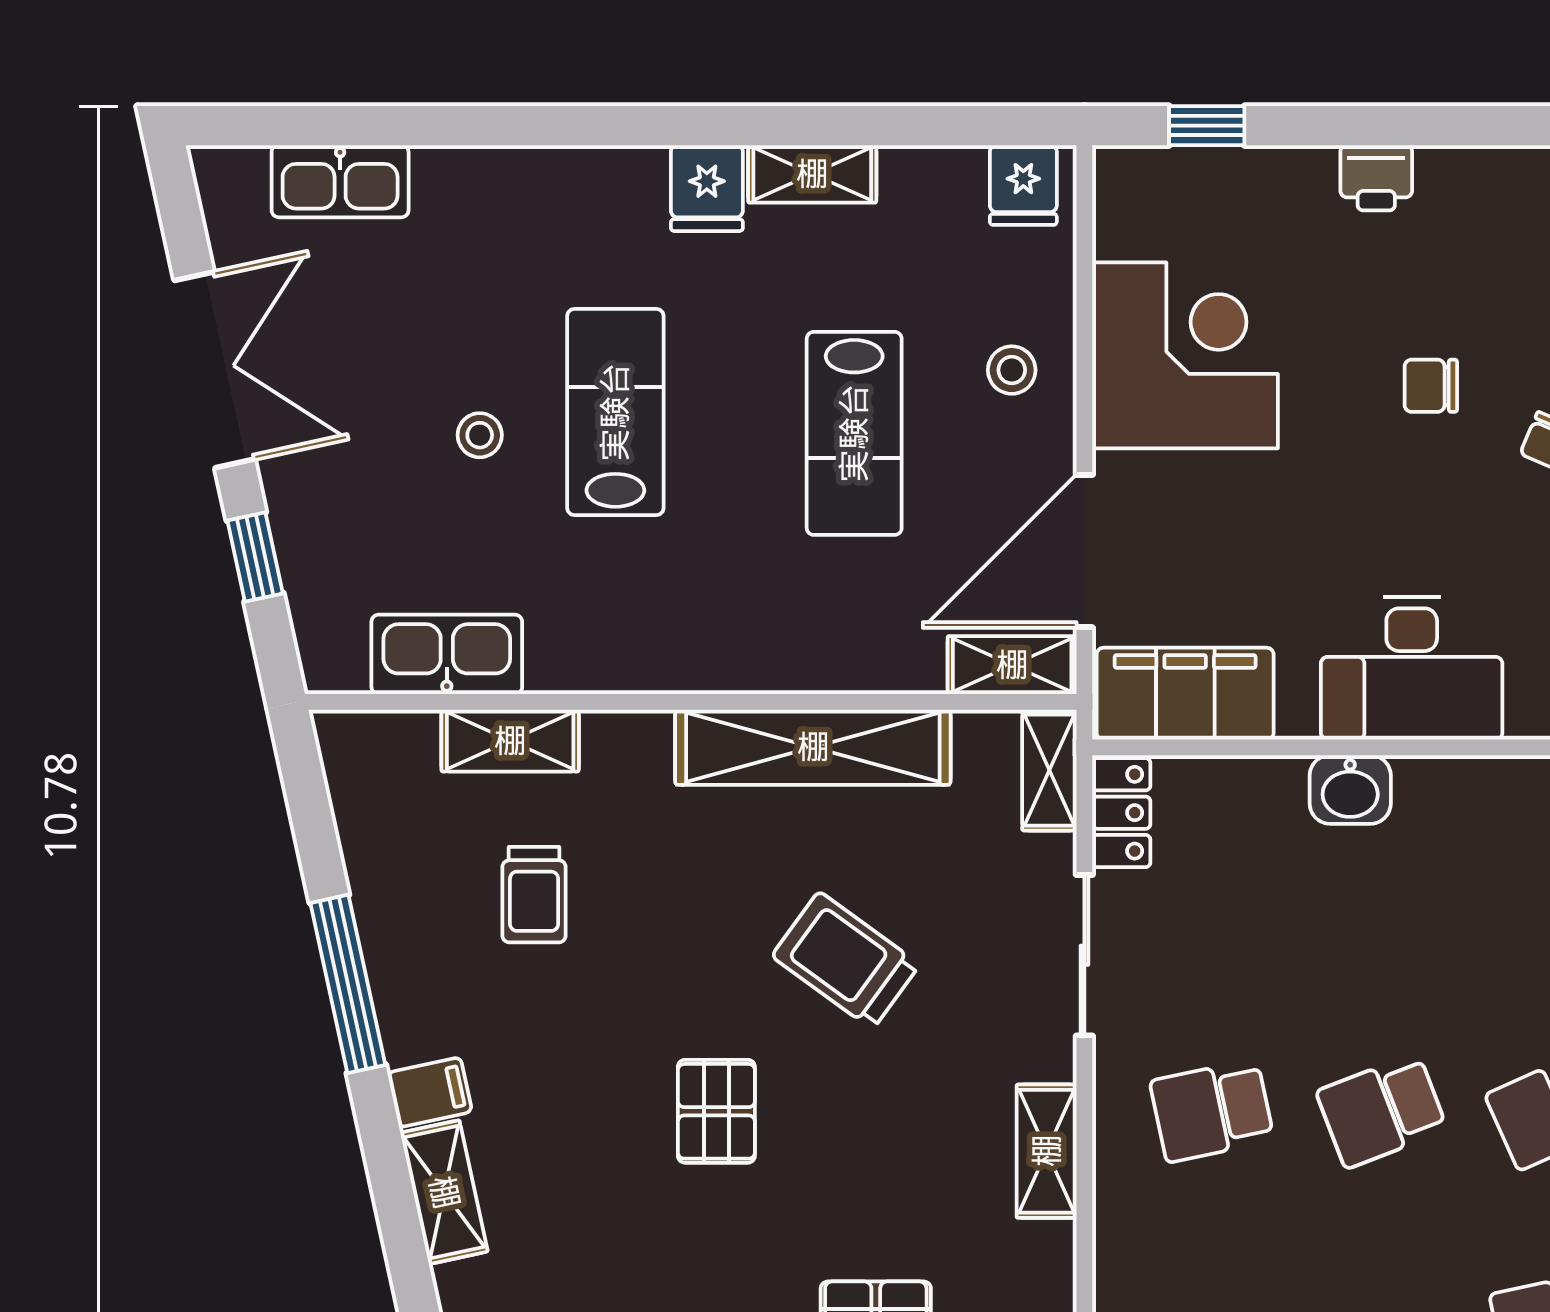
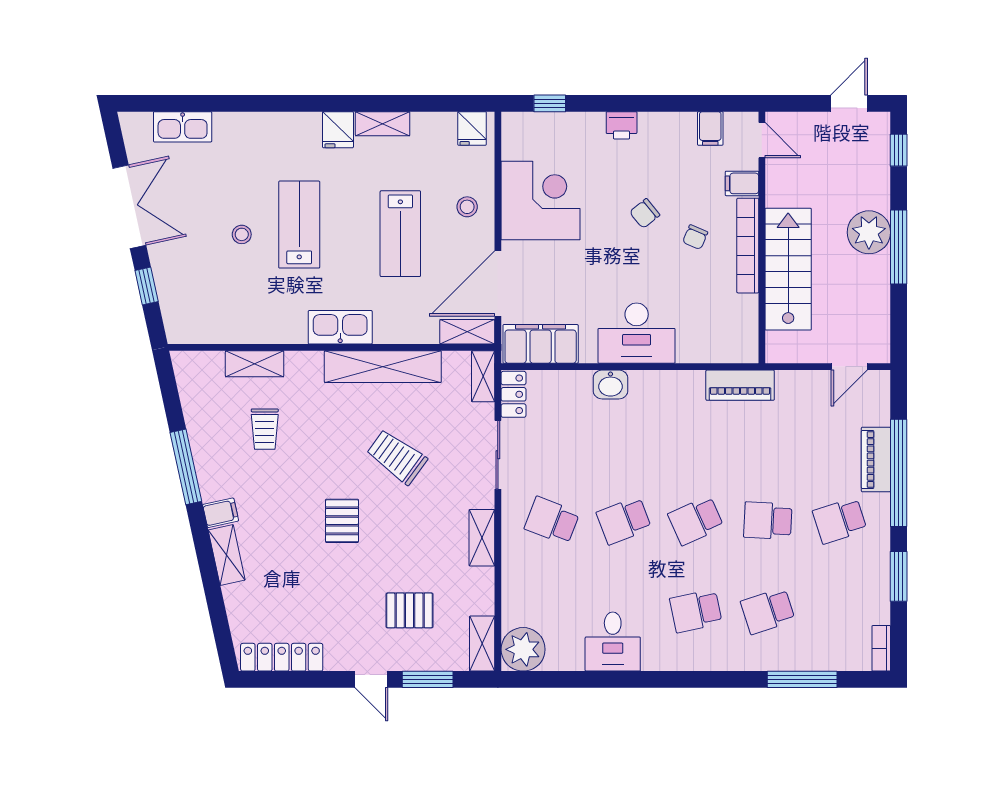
chair: (1431, 386) -> (645, 213), turned -39
kitchen sink: (447, 654) -> (340, 327), moved
school desk: (1212, 1111) -> (552, 521), turned 33

